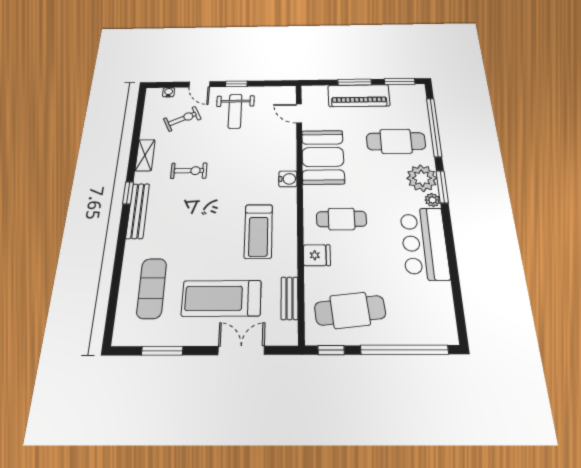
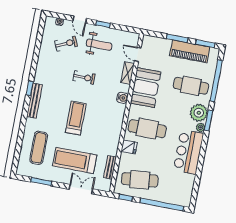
piano: (359, 96) -> (190, 51), moved
weight bench: (235, 111) -> (99, 45), turned -90
shelving: (145, 155) -> (128, 73), moved
exercise bike: (189, 171) -> (84, 77), moved
cafe table: (341, 219) -> (147, 129), width x1.37, depth x1.35
treadmill: (258, 231) -> (76, 118), moved, turned 180

